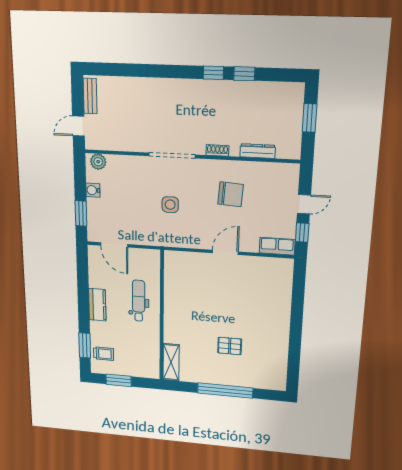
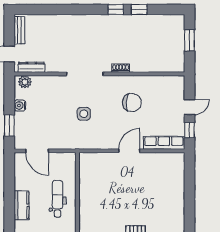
dresser: (258, 151) -> (31, 67), moved
row of seats: (277, 246) -> (164, 143), width x1.48

